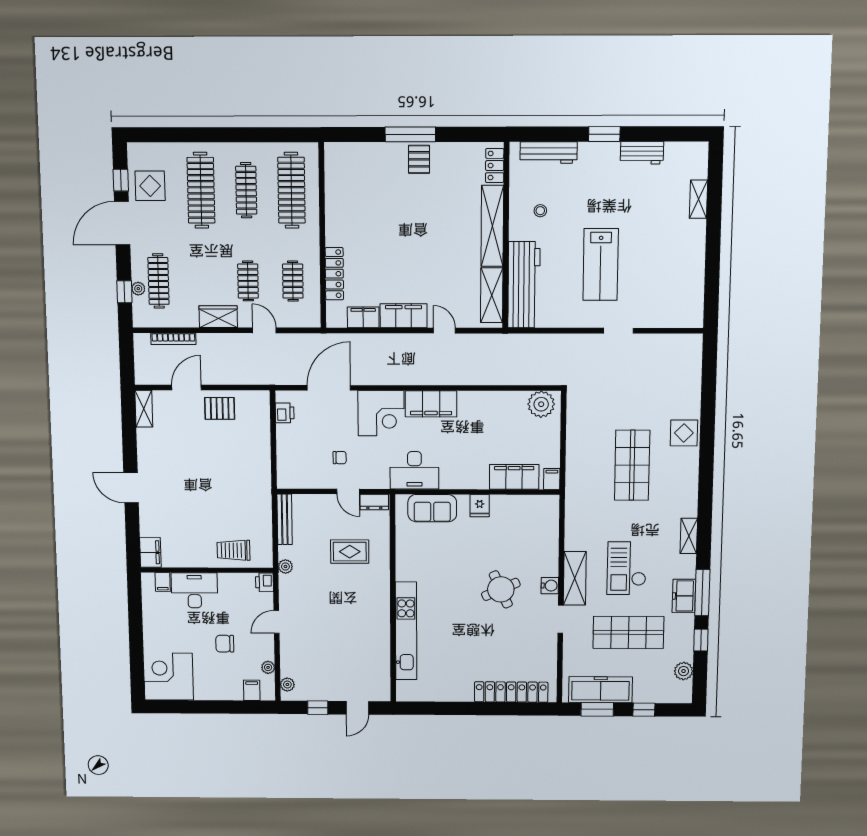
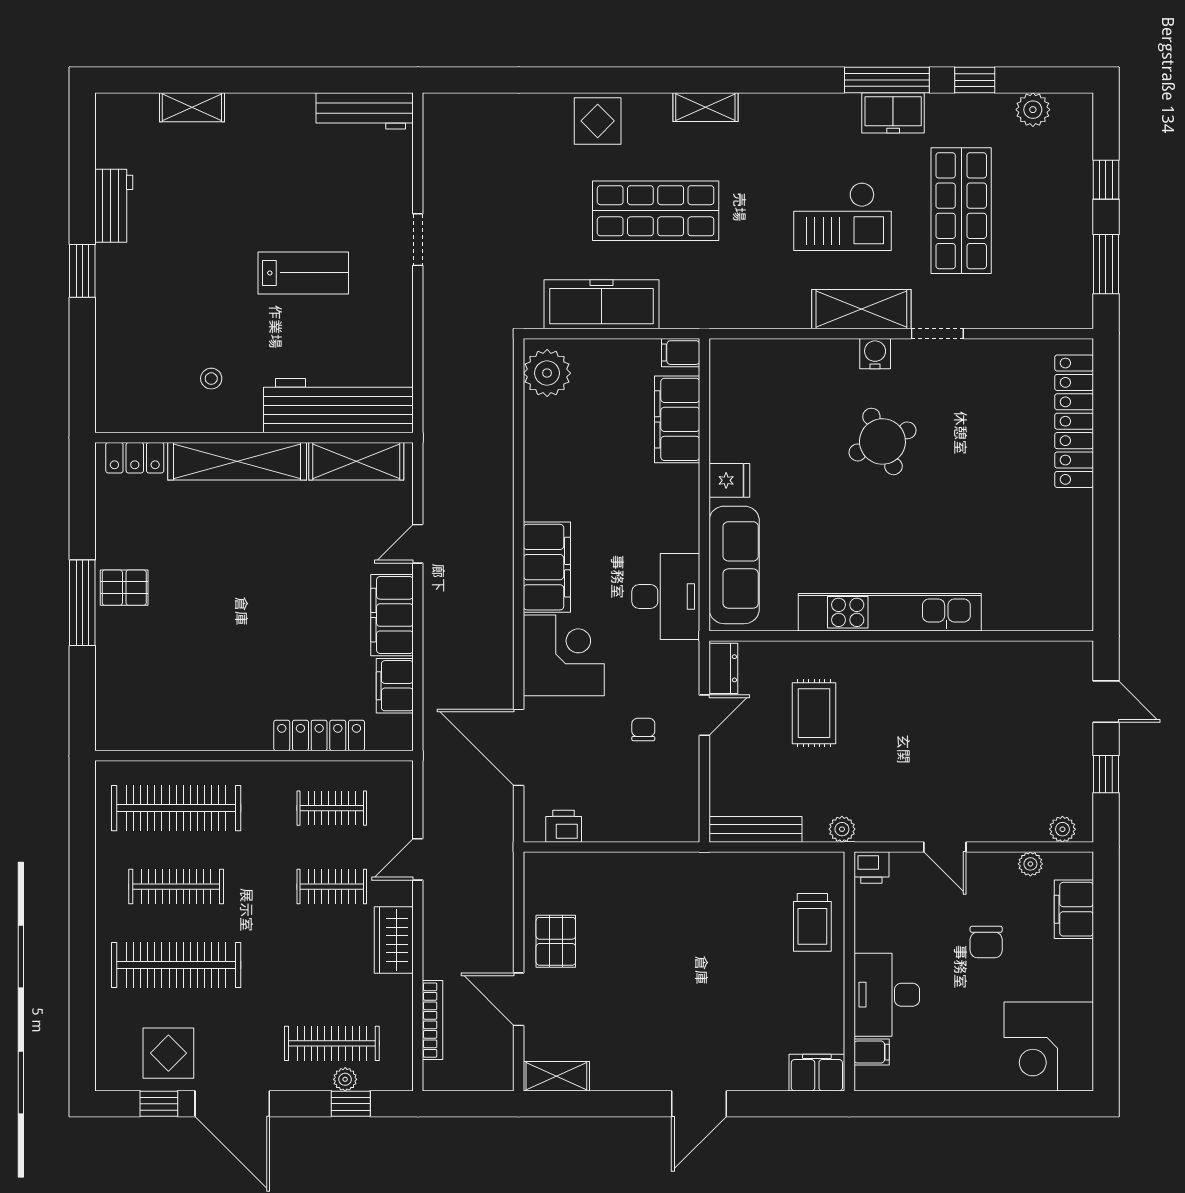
workbench: (549, 153) -> (365, 111), moved, turned 90
lab bench: (601, 265) -> (303, 273), width x0.73, depth x0.72
sofa: (432, 508) -> (734, 565), width x1.36
shelving: (689, 536) -> (705, 107), moved
kitchen unit: (406, 631) -> (890, 612), moved
filing cabinet: (252, 690) -> (1074, 909), width x2.00
freezer: (600, 690) -> (601, 304), moved, turned 90

